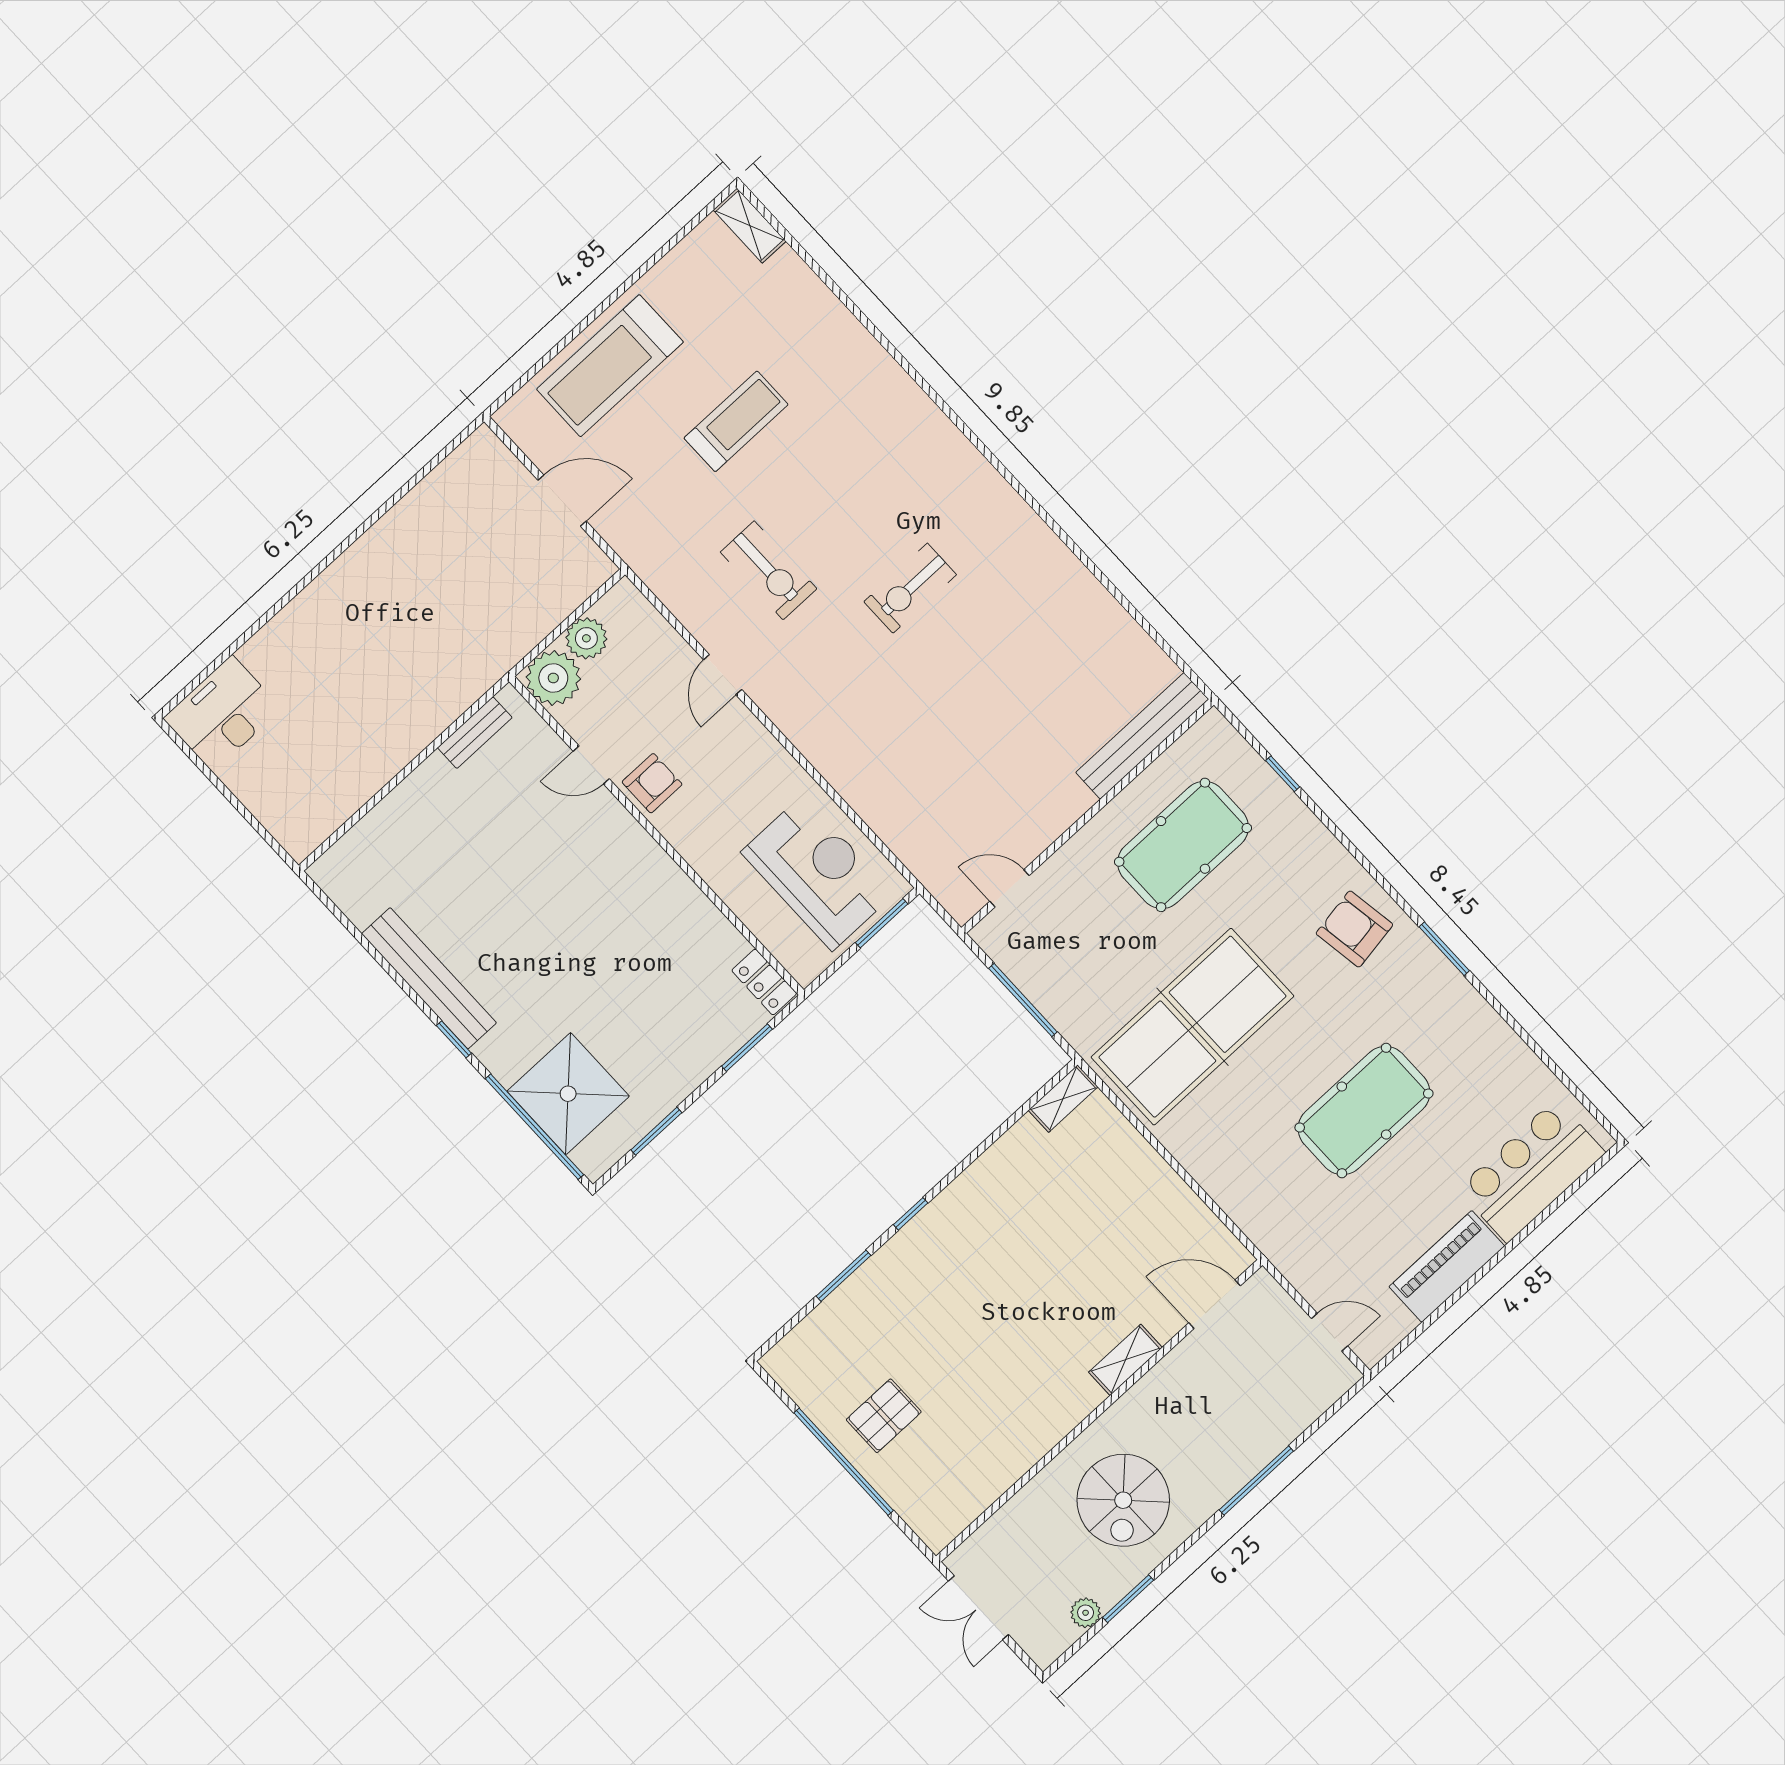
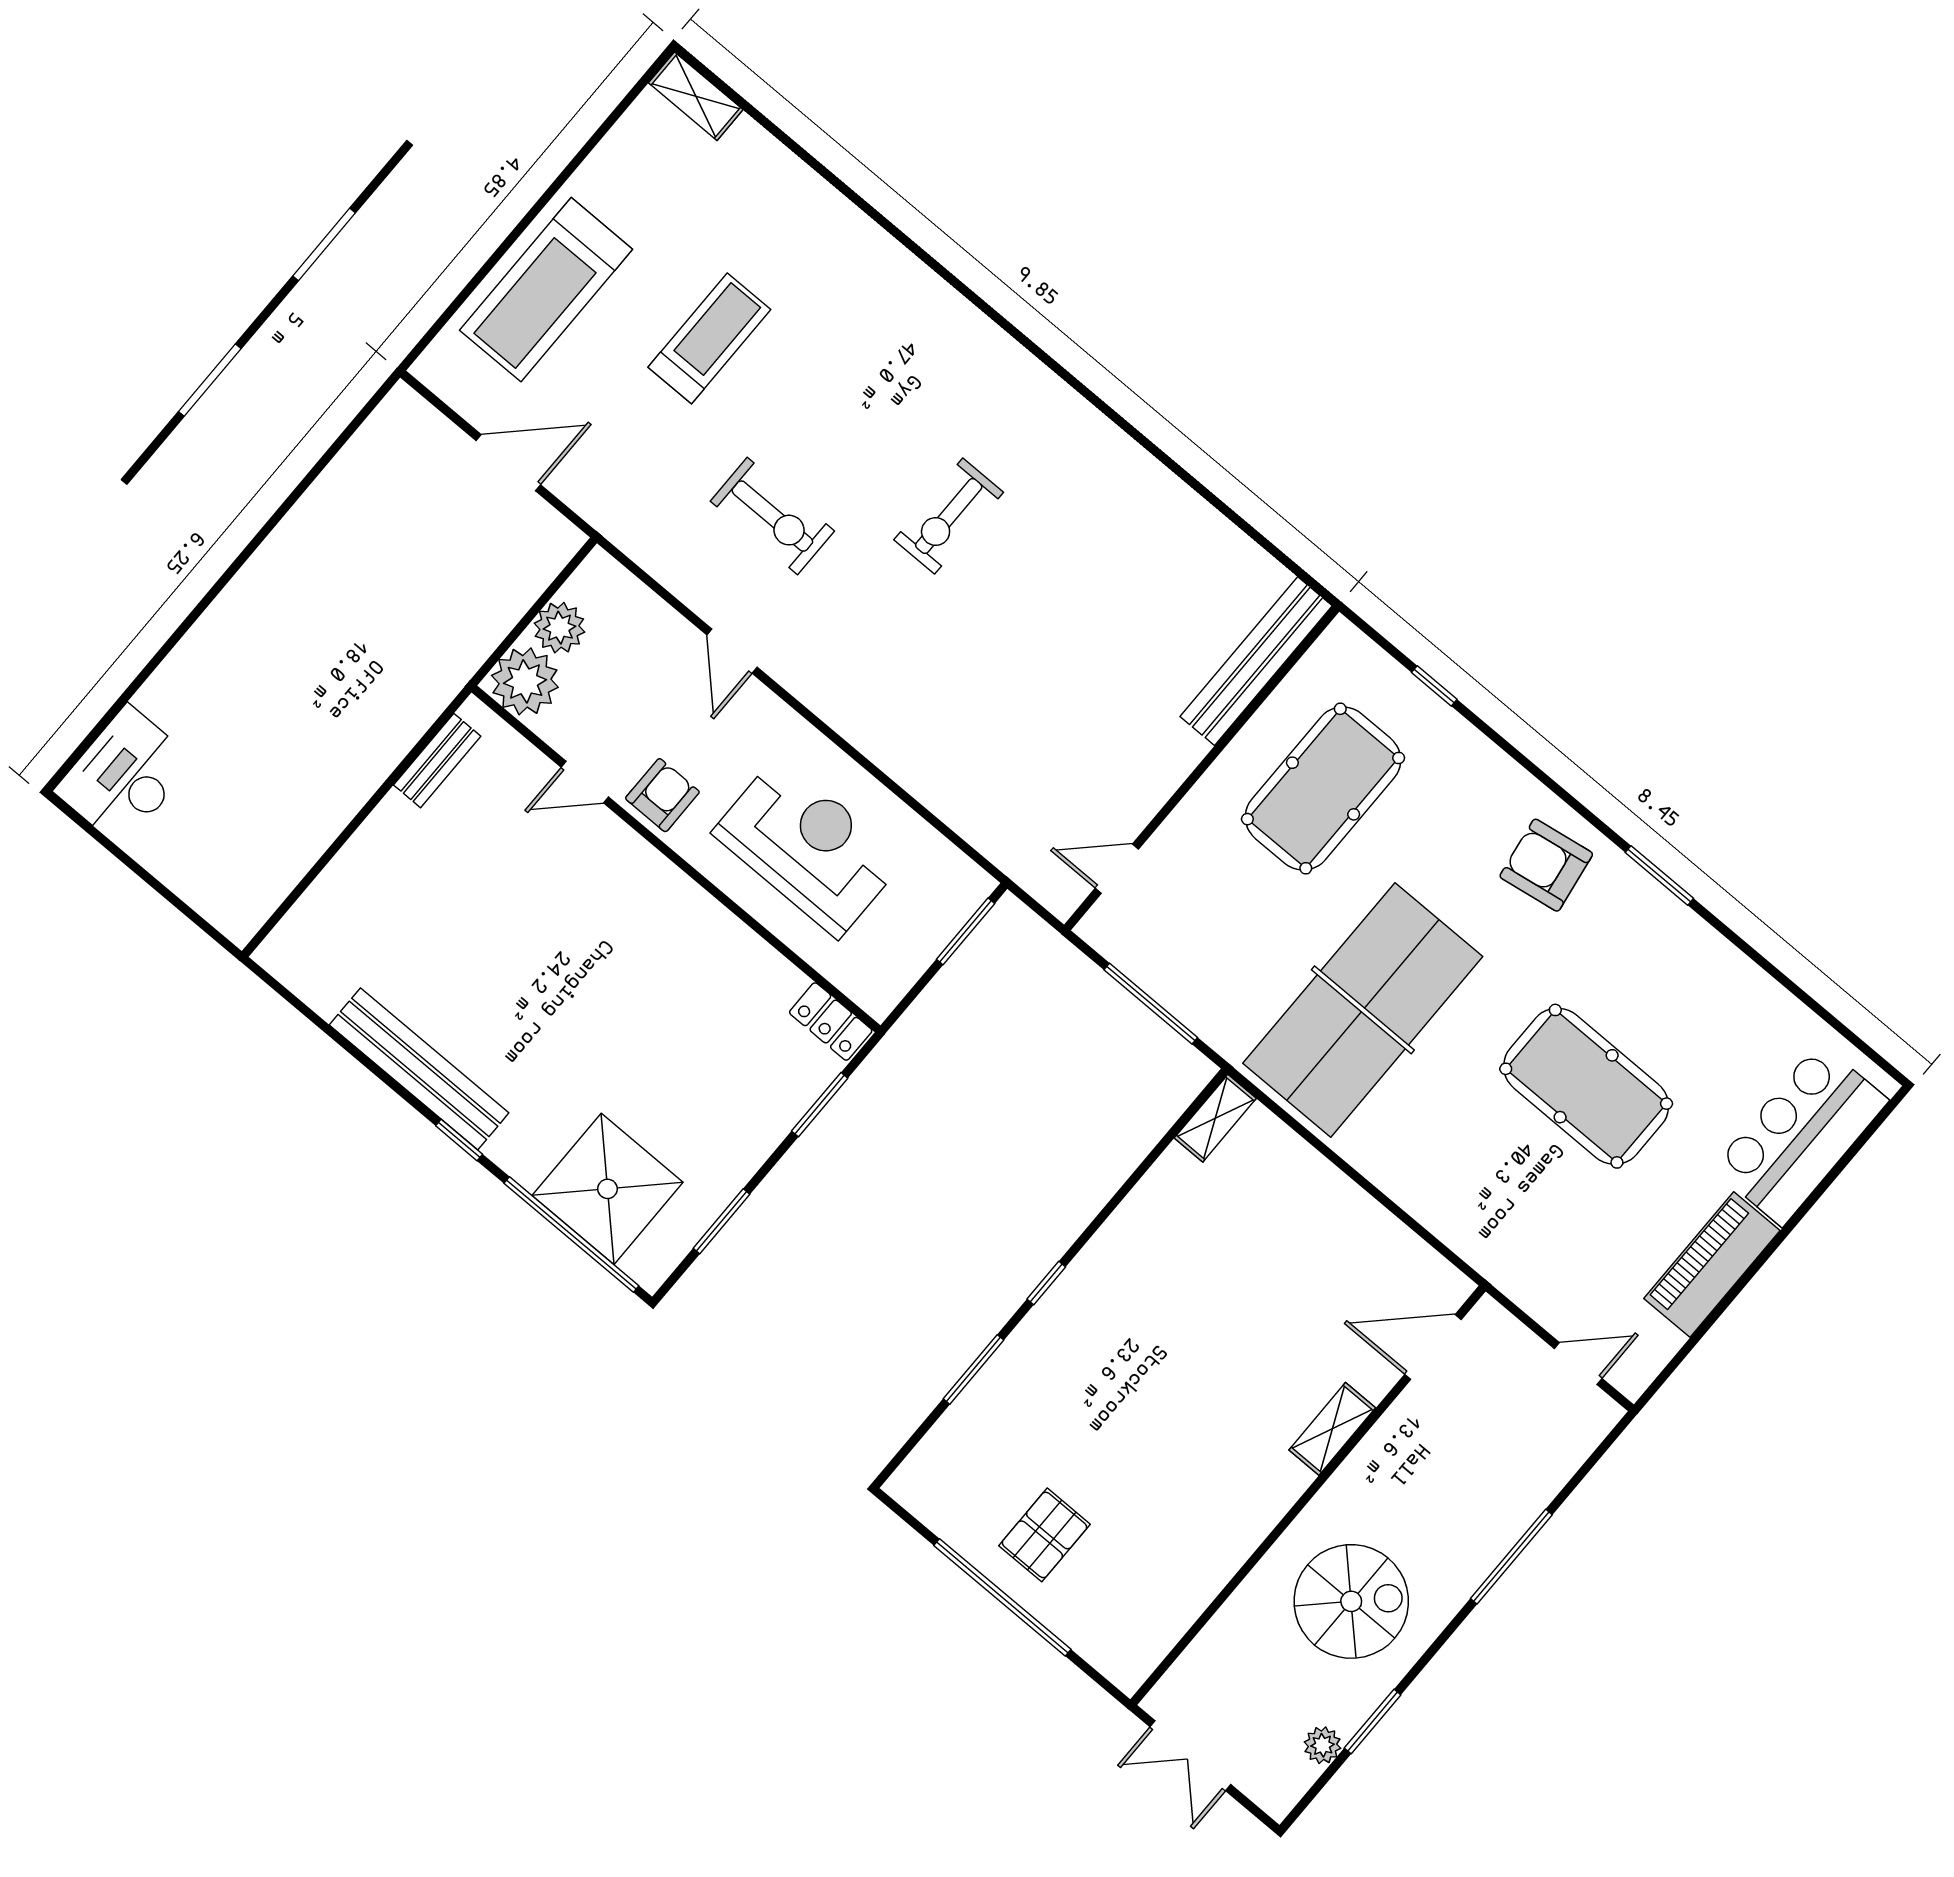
reception desk: (817, 873) -> (808, 847), moved
pool table: (1364, 1111) -> (1586, 1086), turned 90
spiral stairs: (1123, 1500) -> (1351, 1601), turned -90

